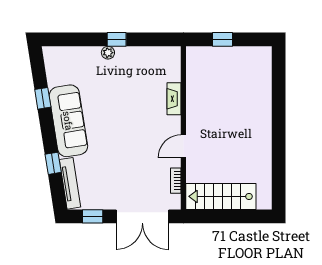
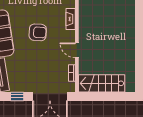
armchair: (124, 119) -> (38, 32), added
door: (183, 146) -> (77, 50), hinge flipped

